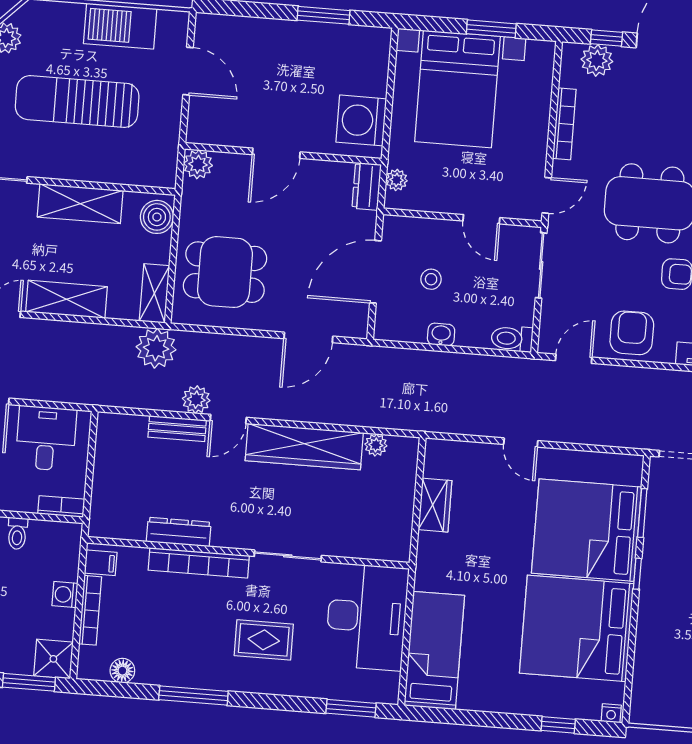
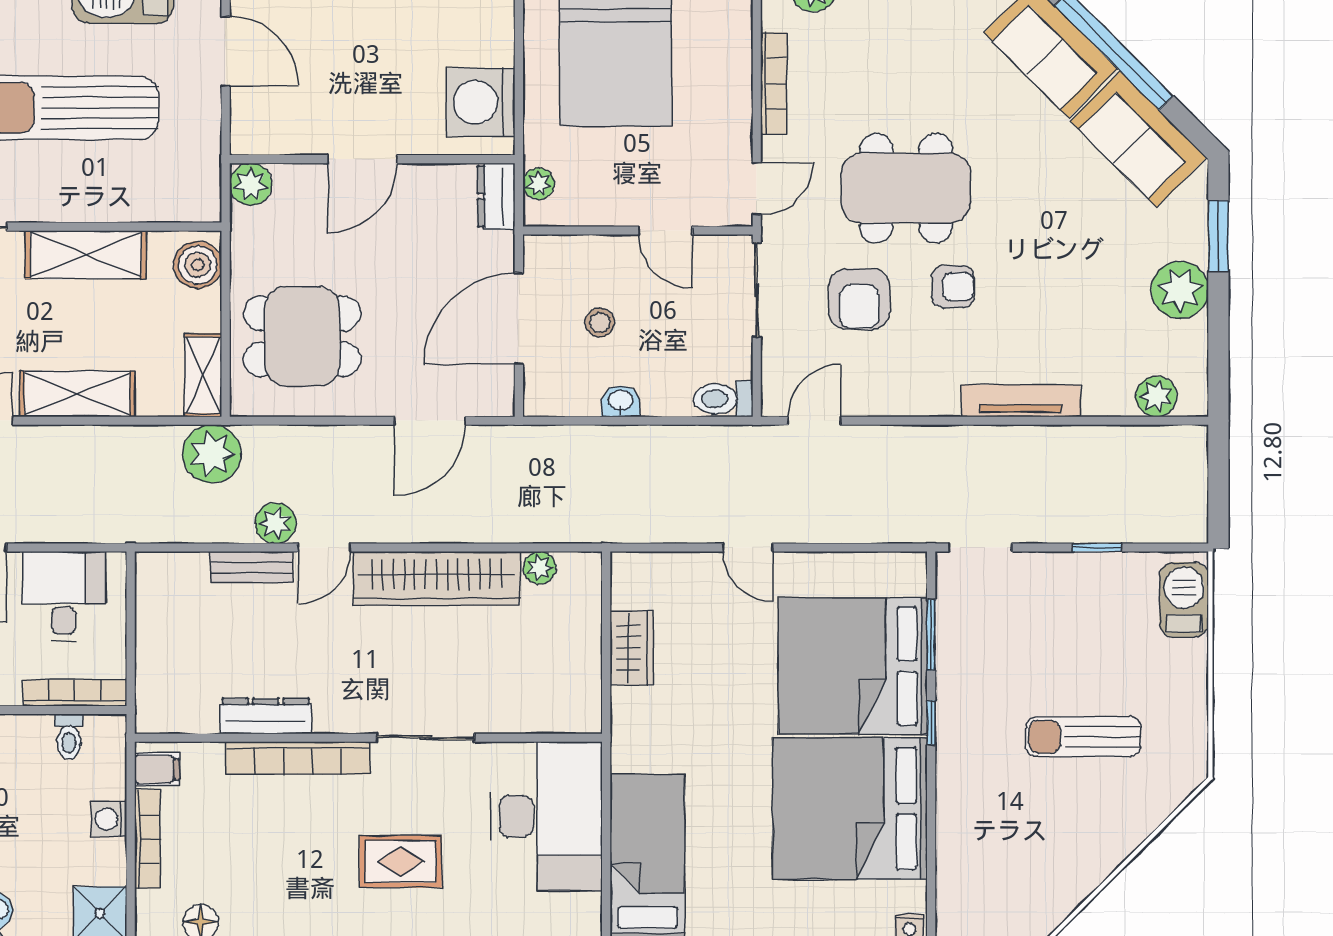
armchair: (632, 333) -> (859, 299), moved, turned 180
bookcase: (61, 506) -> (75, 693), width x1.56
toilet: (17, 533) -> (69, 737), moved

